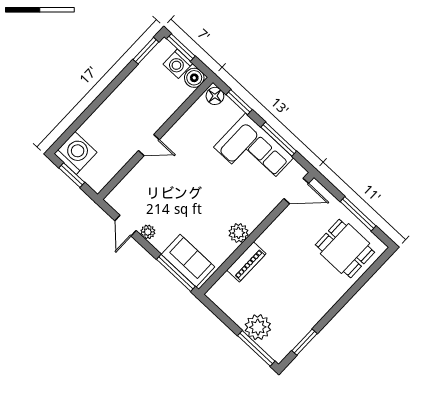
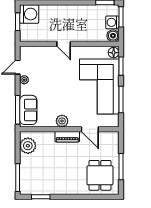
corner sofa: (253, 152) -> (99, 86), width x1.36, depth x1.36
door: (296, 191) -> (90, 129), moved
piano: (246, 262) -> (67, 137), moved
plant: (258, 327) -> (28, 146), moved

